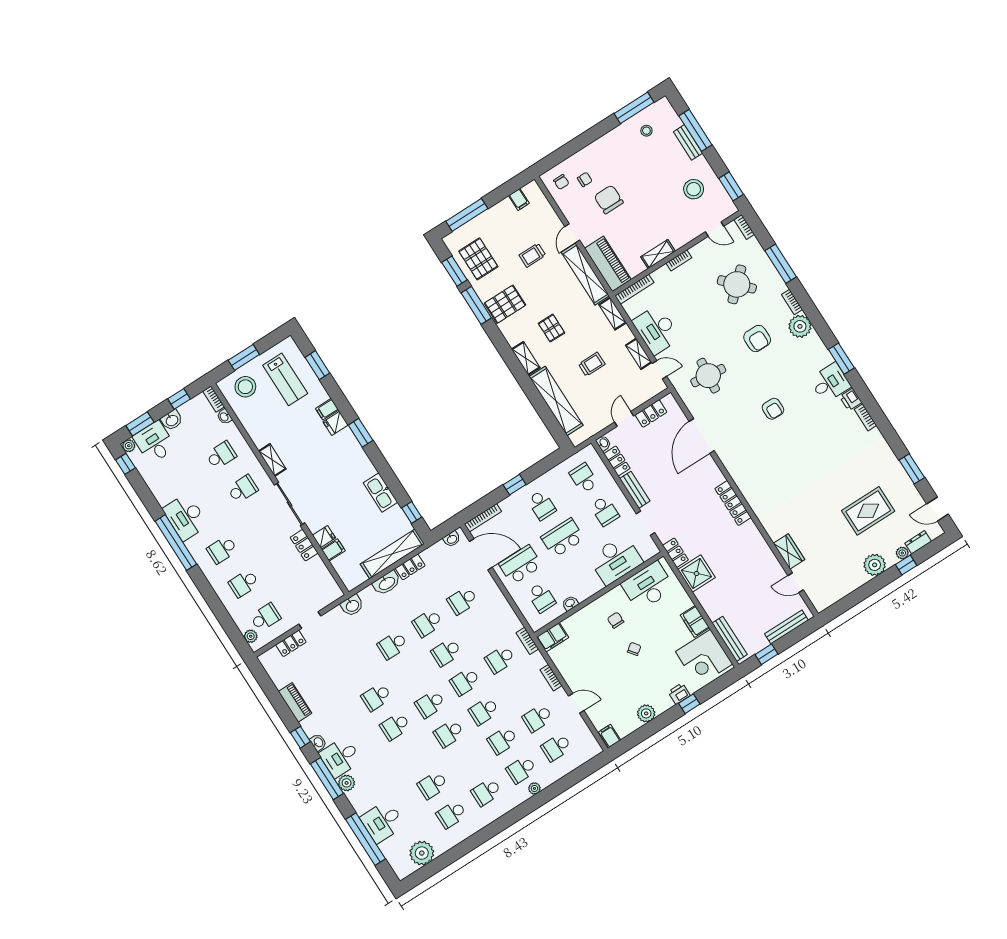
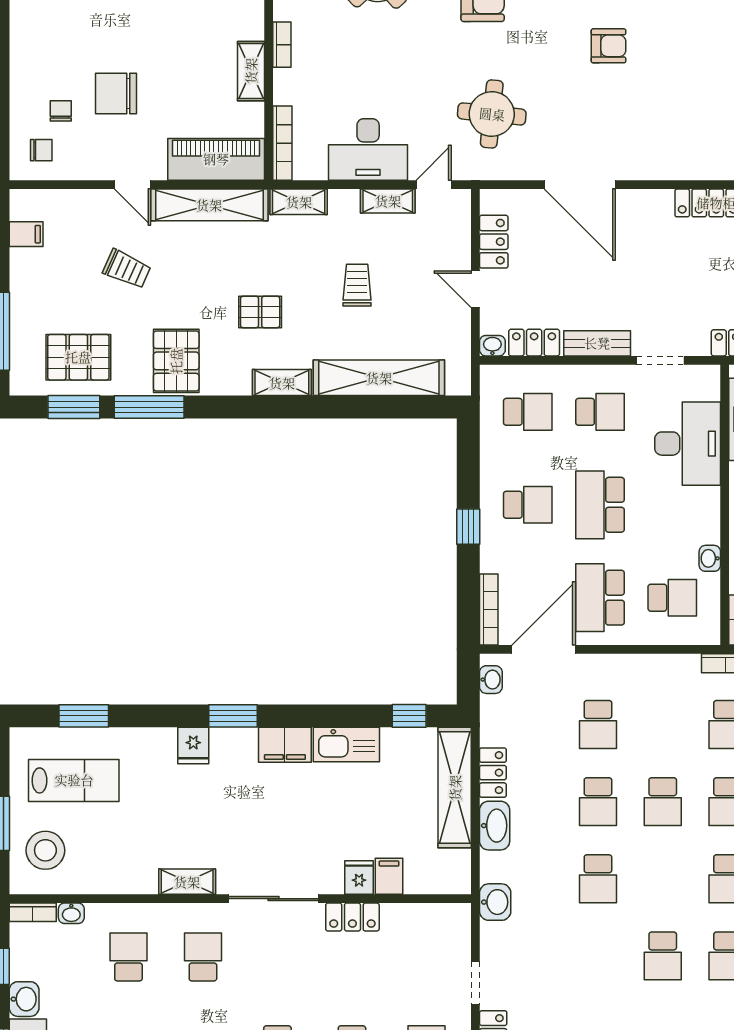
trolley: (532, 255) -> (127, 269), turned -66
filing cabinet: (327, 409) -> (285, 745), moved, width x2.00
school desk: (584, 478) -> (528, 412), turned 180

